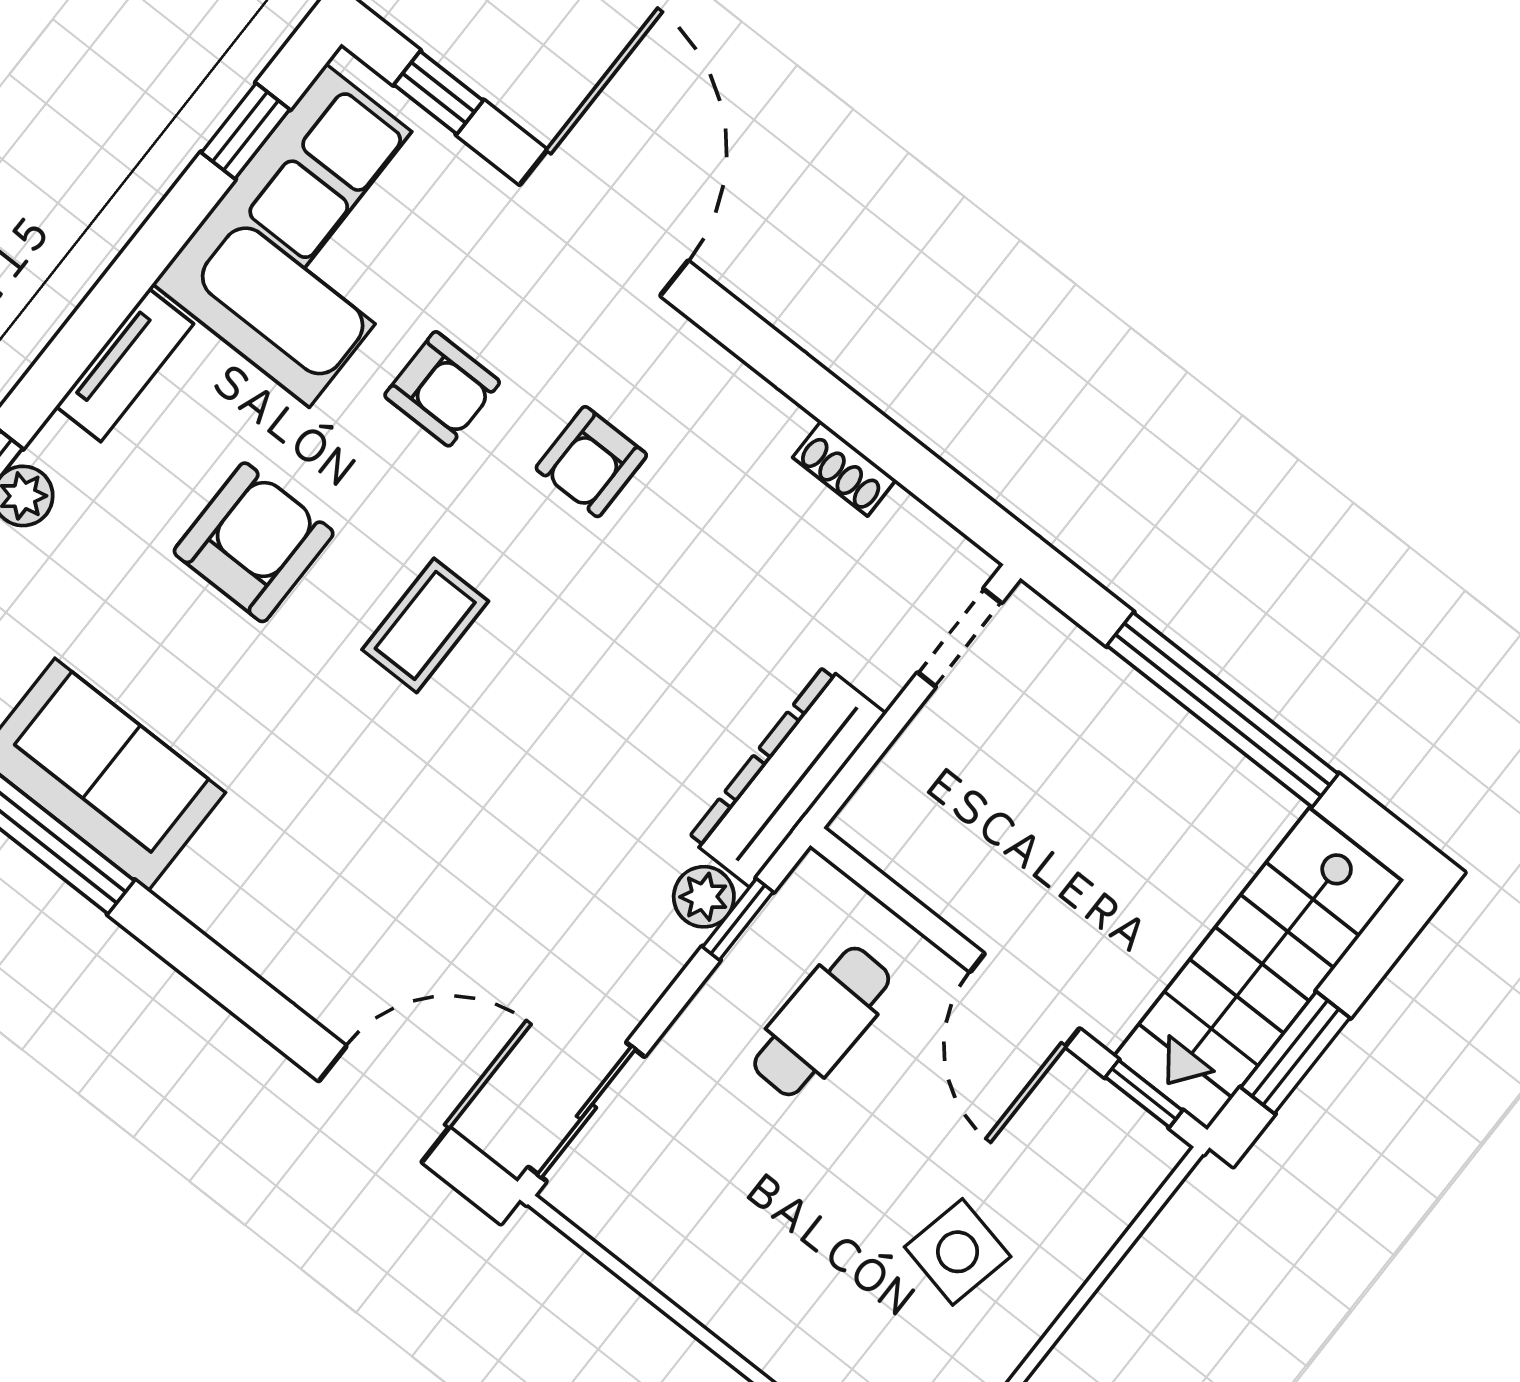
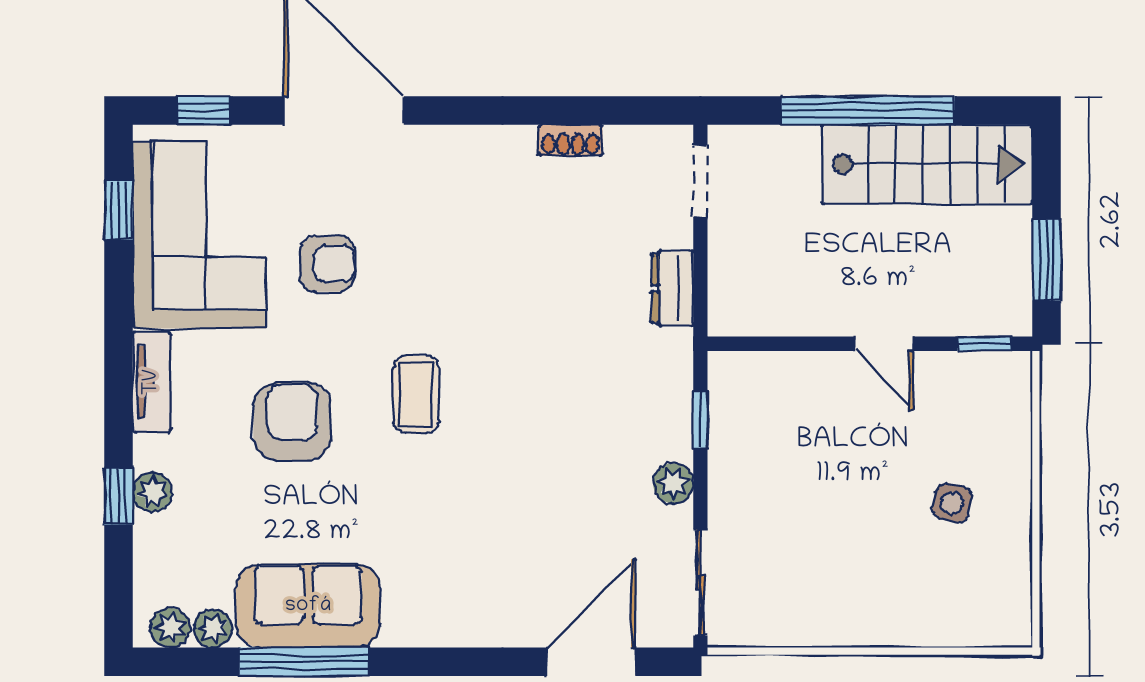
armchair: (591, 462) -> (435, 241), removed
dresser: (787, 776) -> (672, 288), width x0.51, depth x0.80
plant: (704, 897) -> (673, 483), moved
stairs: (1258, 969) -> (927, 164), moved, turned -90
door: (1025, 1000) -> (884, 344), width x0.73
cafe table: (822, 1021) -> (786, 438), removed
side table: (958, 1252) -> (952, 503), width x0.73, depth x0.73

